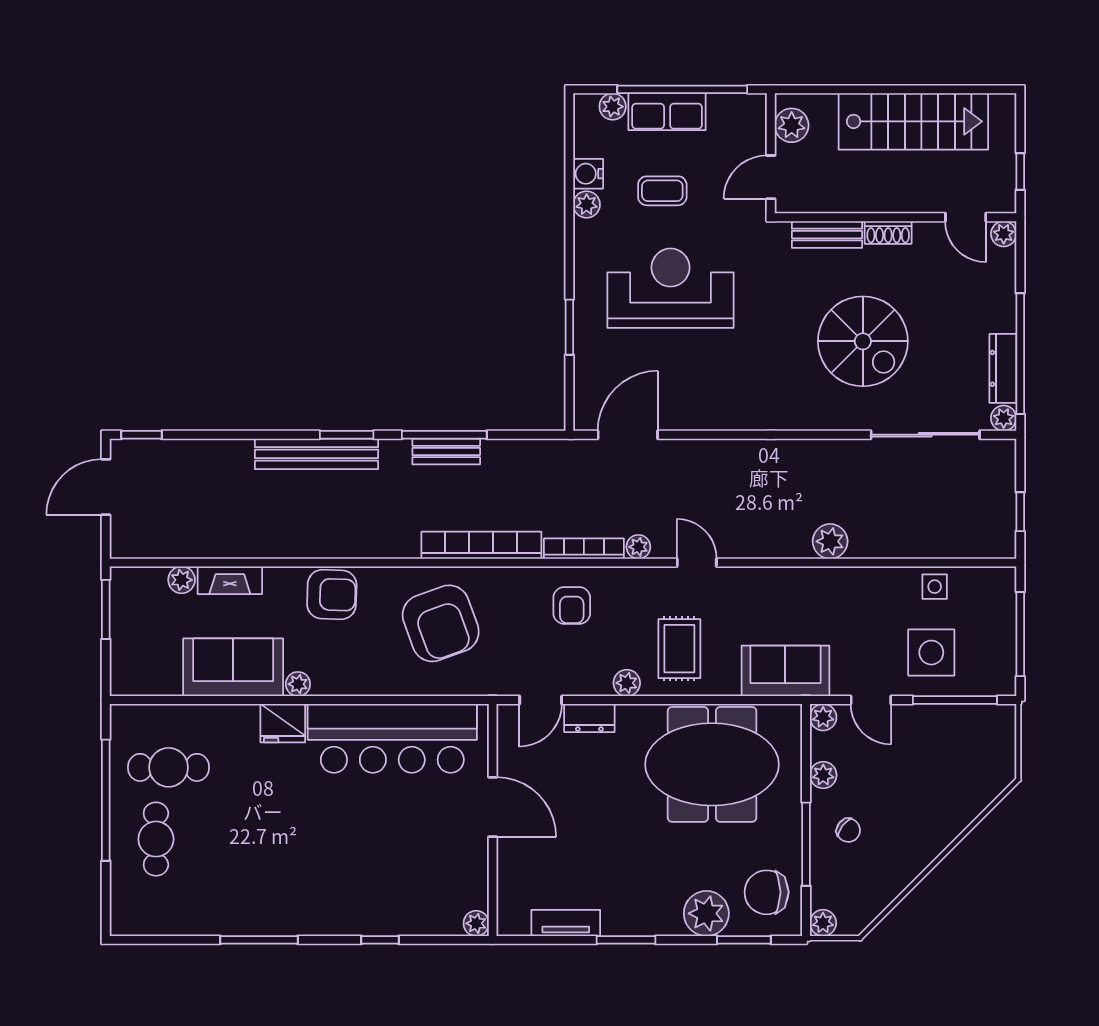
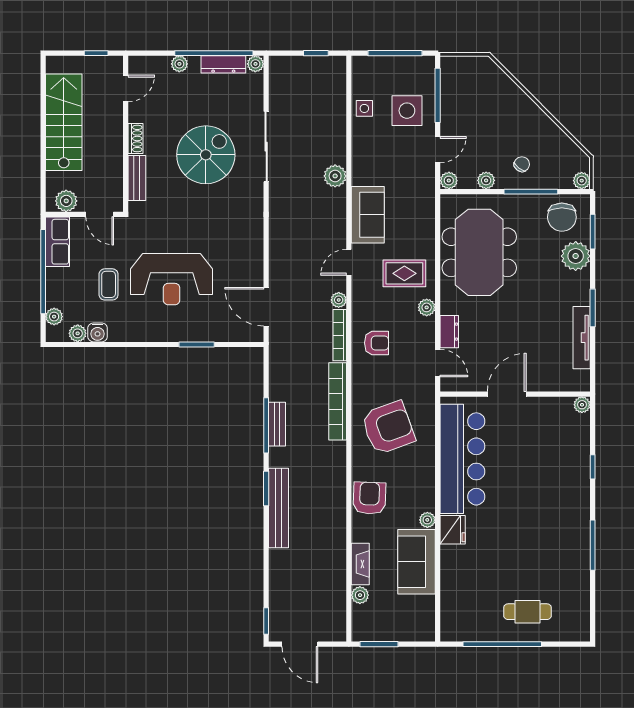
row of seats: (667, 112) -> (57, 242), moved
plant: (587, 205) -> (78, 333), moved
plant: (1004, 234) -> (179, 64), moved
reception desk: (670, 288) -> (172, 279), turned -90
sliding door: (925, 435) -> (266, 147), moved
sofa: (785, 671) -> (368, 215), moved, turned 180
cafe table: (169, 767) -> (481, 604), removed
tv unit: (566, 923) -> (582, 338), width x1.41

